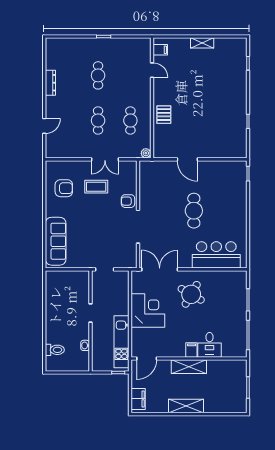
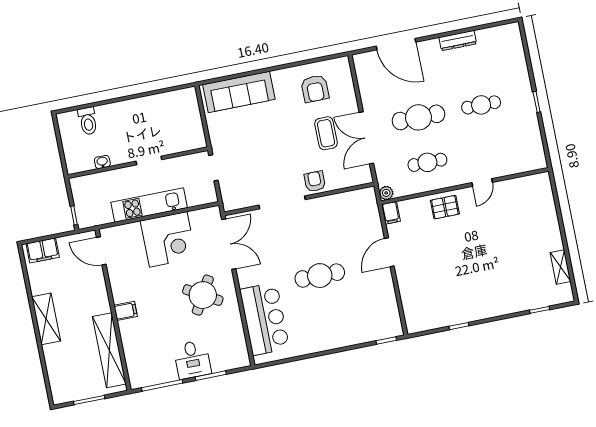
shelving: (202, 43) -> (560, 267), moved
filing cabinet: (160, 50) -> (391, 213), moved
door: (152, 70) -> (482, 183), moved
cafe table: (98, 120) -> (418, 117), width x1.37, depth x1.35
door: (44, 126) -> (396, 44), width x1.87
double door: (105, 159) -> (366, 138), width x1.37
kitchen unit: (121, 342) -> (149, 205), moved
desk: (210, 345) -> (192, 360), moved, turned -90
shelving: (189, 367) -> (109, 350), moved, width x1.47

